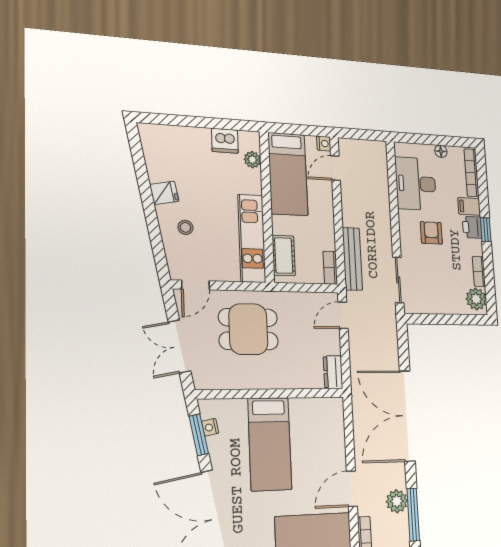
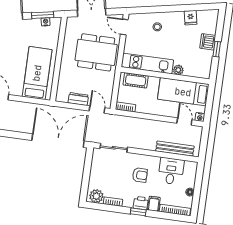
window: (207, 123) -> (217, 49), added
dishwasher: (225, 141) -> (208, 42), moved
plant: (252, 160) -> (178, 70), moved
desk: (416, 184) -> (171, 171), width x0.73
fridge: (164, 193) -> (191, 18), moved
bench: (352, 259) -> (175, 149), moved
dining table: (248, 329) -> (96, 52), width x1.38
dresser: (333, 372) -> (78, 99), moved
double door: (407, 416) -> (58, 141), moved
bed: (270, 444) -> (37, 73), moved, turned 90

